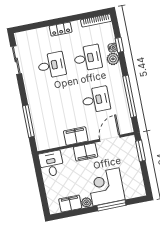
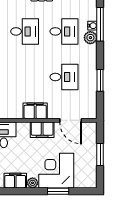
window: (119, 45) -> (100, 24), width x2.17
window: (130, 96) -> (100, 80), width x0.47
door: (110, 138) -> (71, 120), swing flipped
window: (140, 151) -> (100, 154), moved
window: (111, 205) -> (58, 191), width x0.69

